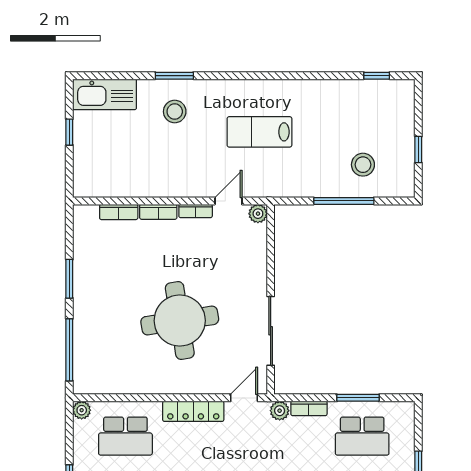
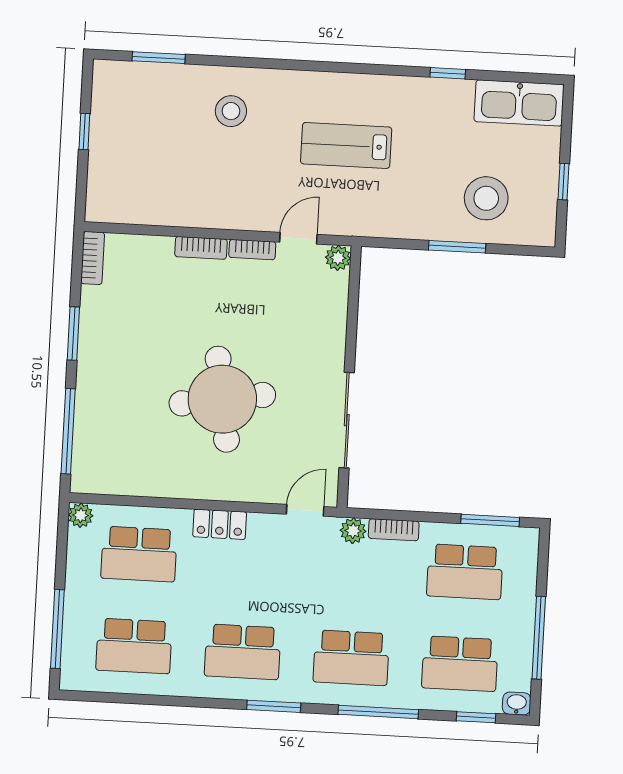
window: (174, 76) -> (159, 58), moved
window: (377, 76) -> (448, 73), moved
kitchen sink: (105, 94) -> (519, 103), moved
stool: (363, 165) -> (486, 198), width x1.38, depth x1.38
window: (344, 201) -> (457, 247), width x0.69
bookcase: (119, 212) -> (93, 258), moved, turned -90
window: (358, 398) -> (490, 520), moved
locker: (193, 411) -> (220, 524), width x0.66

